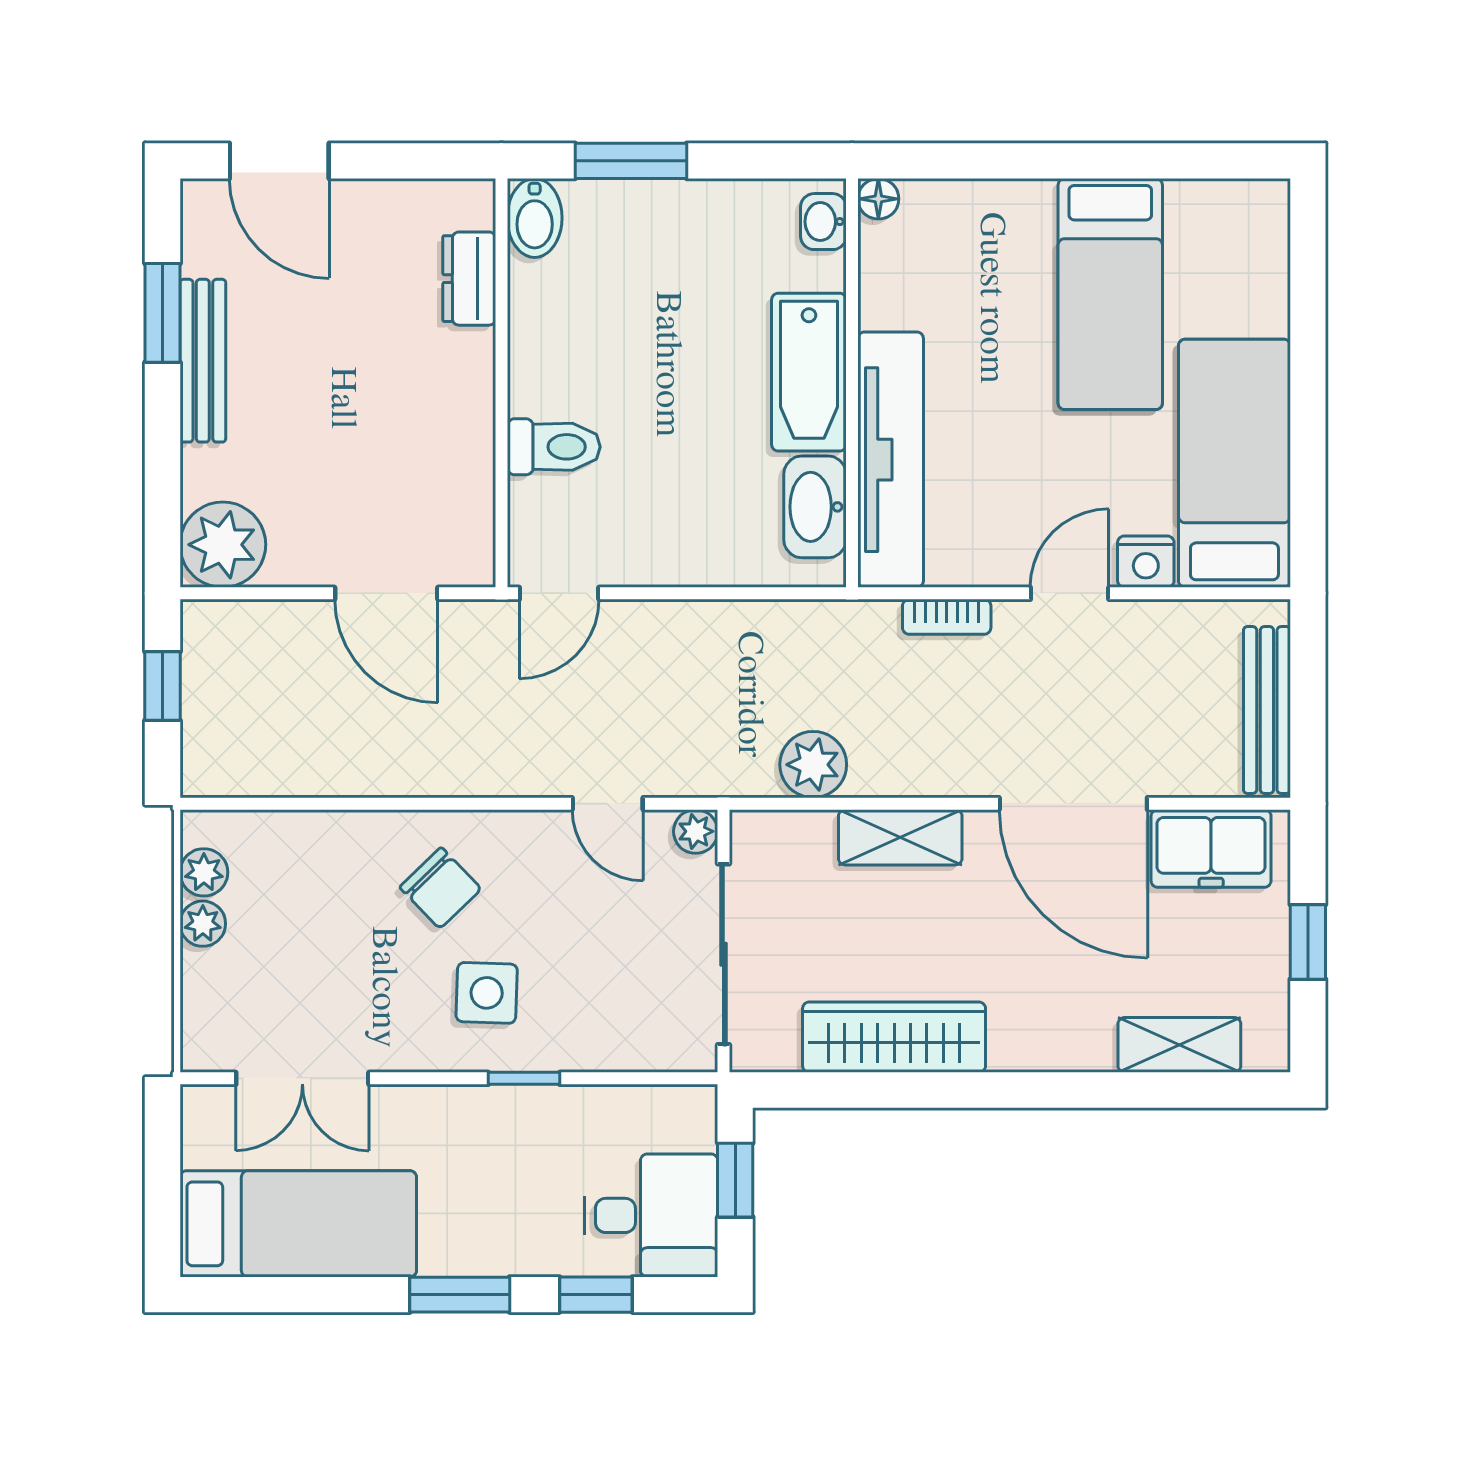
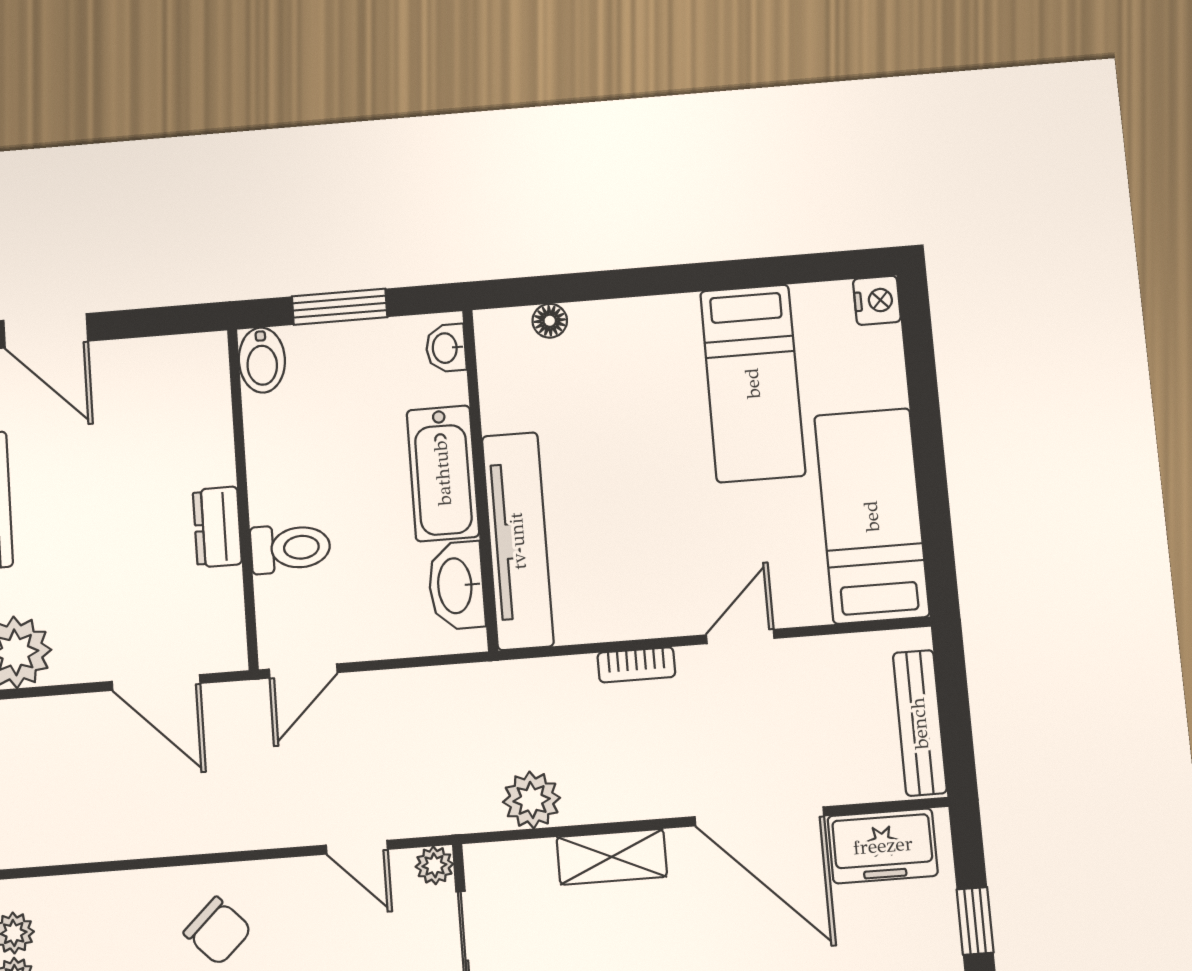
washbasin: (823, 222) -> (446, 348), moved
dresser: (469, 279) -> (217, 527), moved
bathtub: (809, 372) -> (443, 473), moved
wall: (852, 383) -> (480, 479), moved
tv unit: (891, 460) -> (518, 541), moved
washbasin: (815, 507) -> (456, 586), moved
nightstand: (1146, 562) -> (877, 300), moved, turned -90

